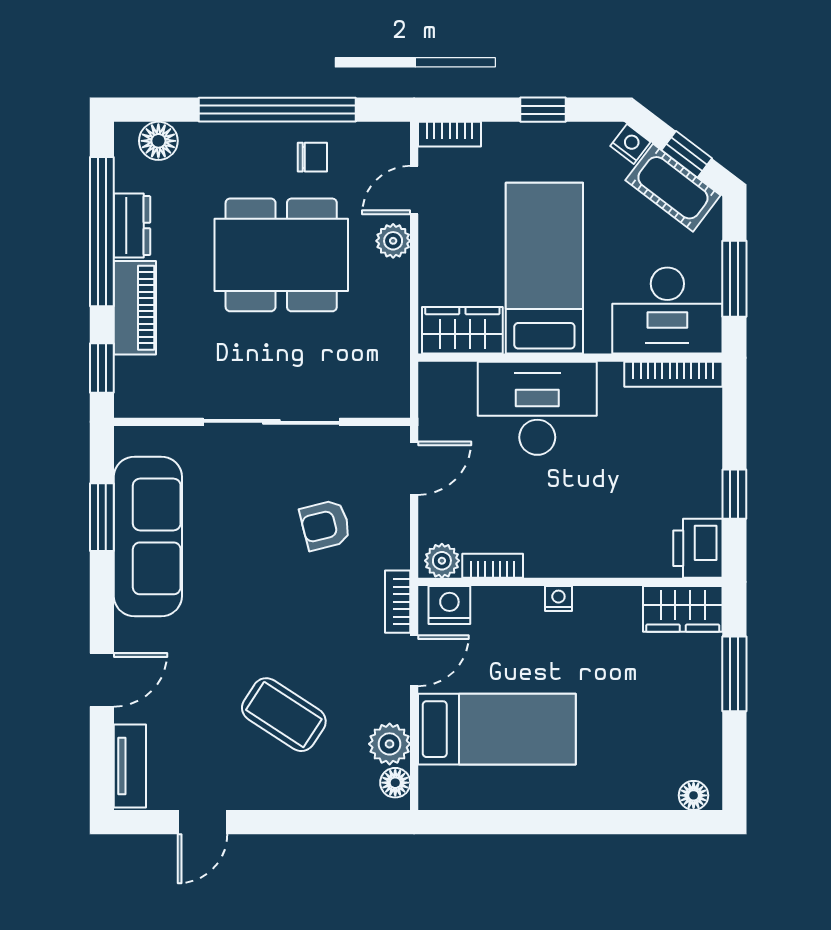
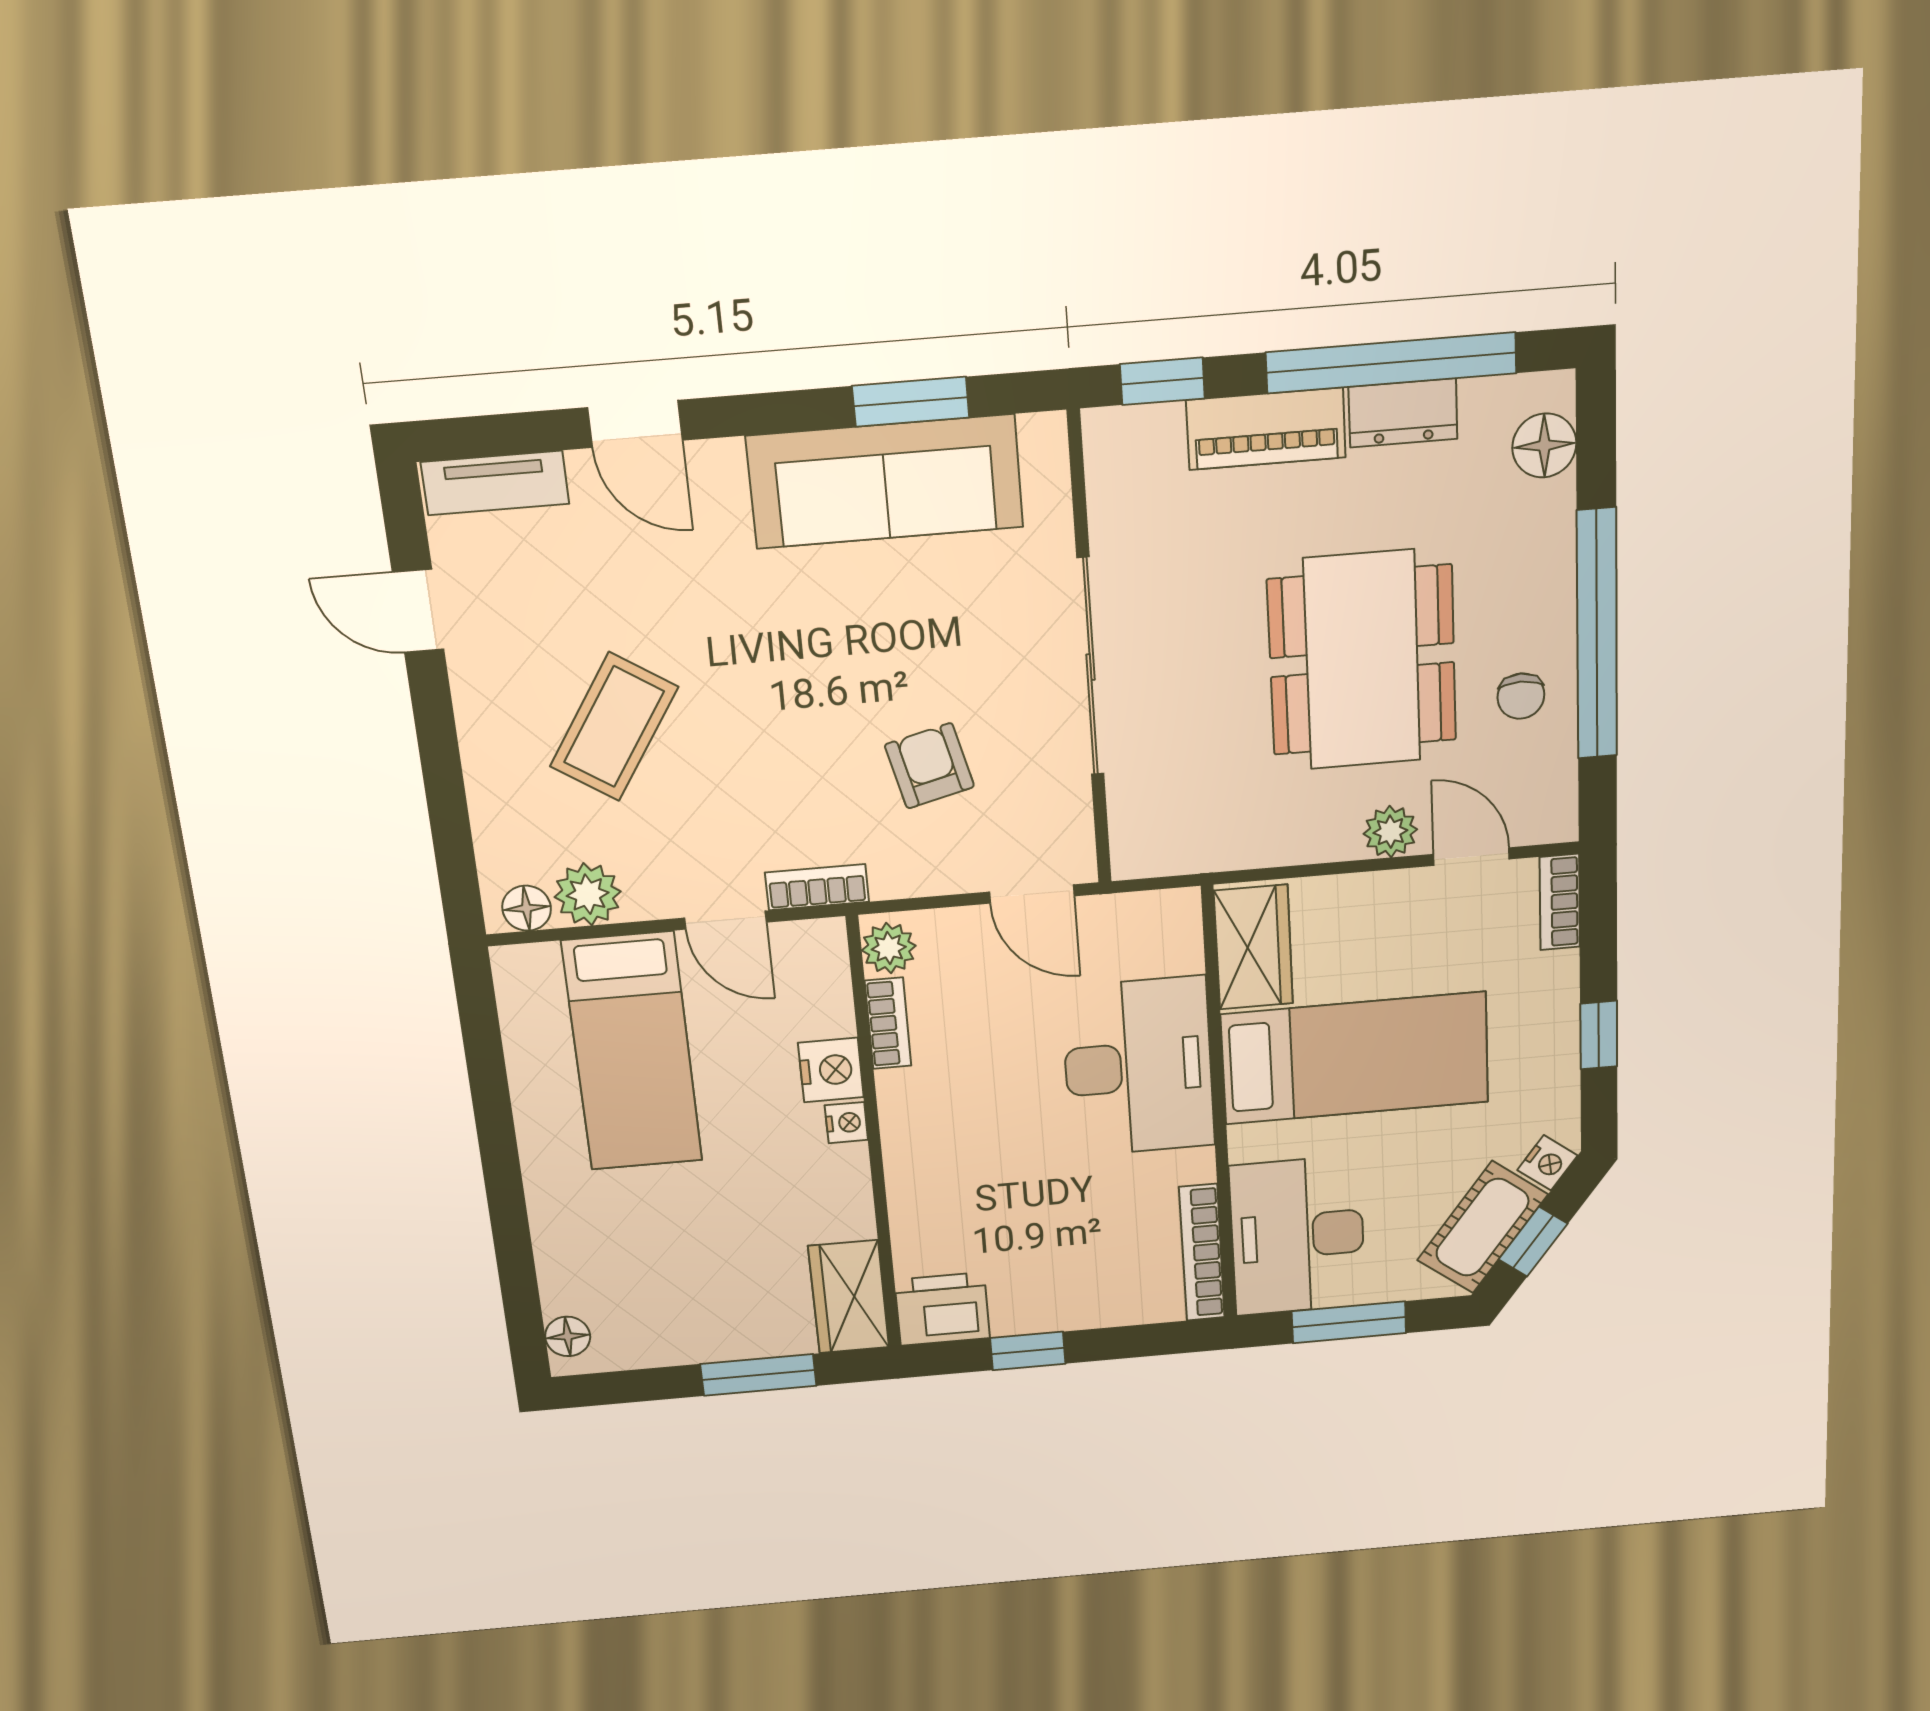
nightstand: (449, 605) -> (831, 1070), moved

